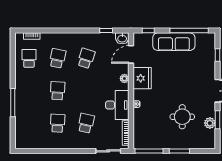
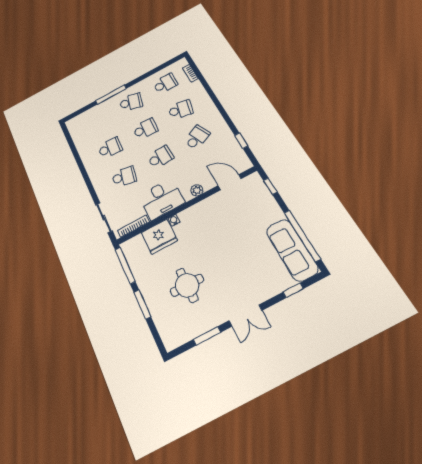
washbasin: (122, 38) -> (243, 162), removed
sofa: (174, 42) -> (292, 250), moved
school desk: (86, 58) -> (197, 137), turned -42
fridge: (142, 78) -> (159, 237), moved
school desk: (29, 91) -> (131, 102), added
school desk: (86, 91) -> (160, 157), added
plant: (210, 123) -> (197, 327), removed

